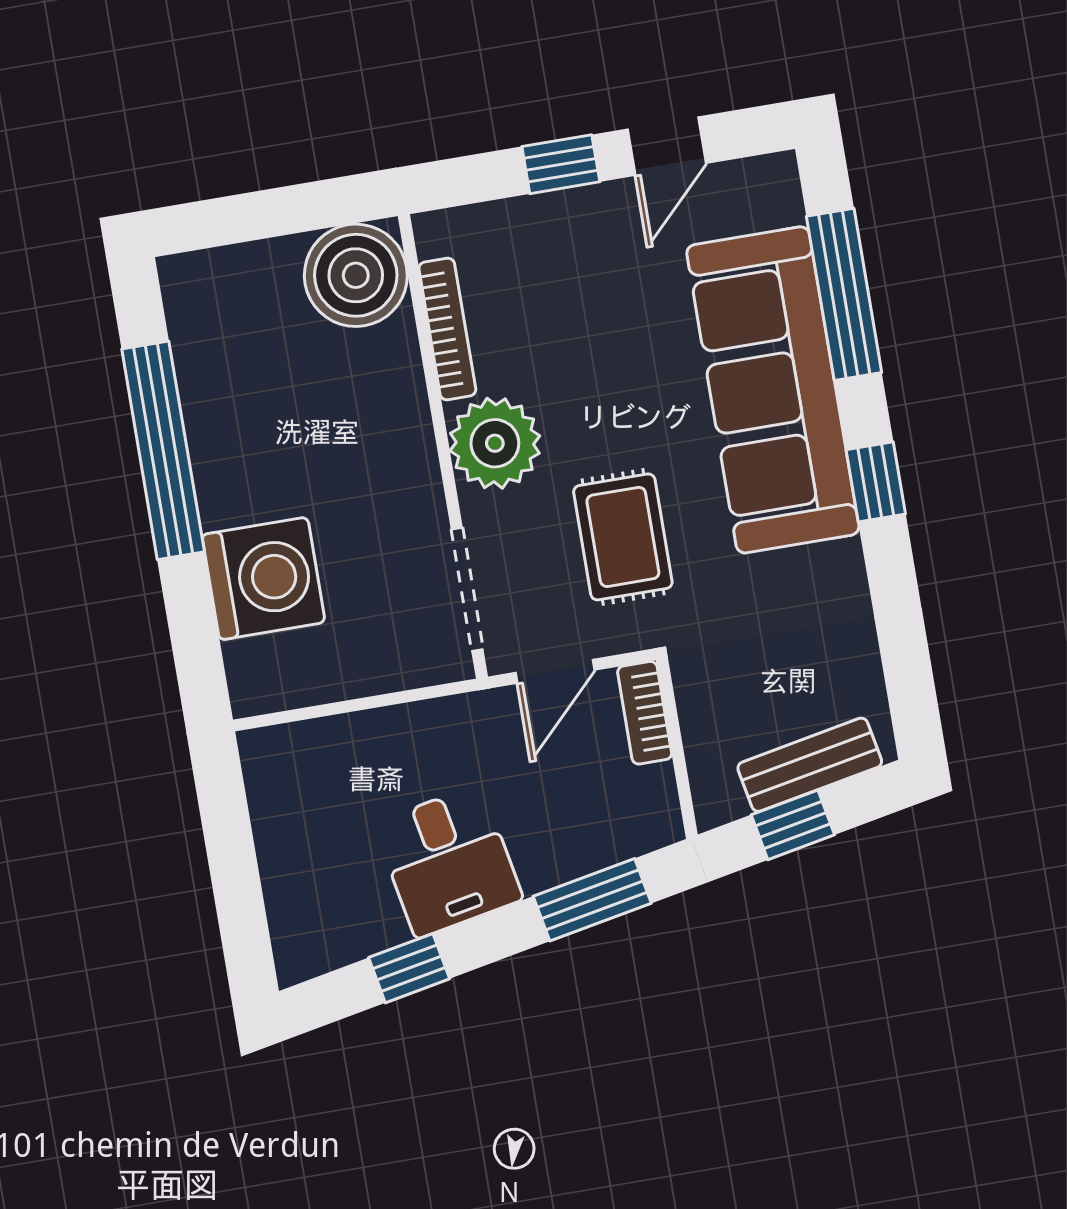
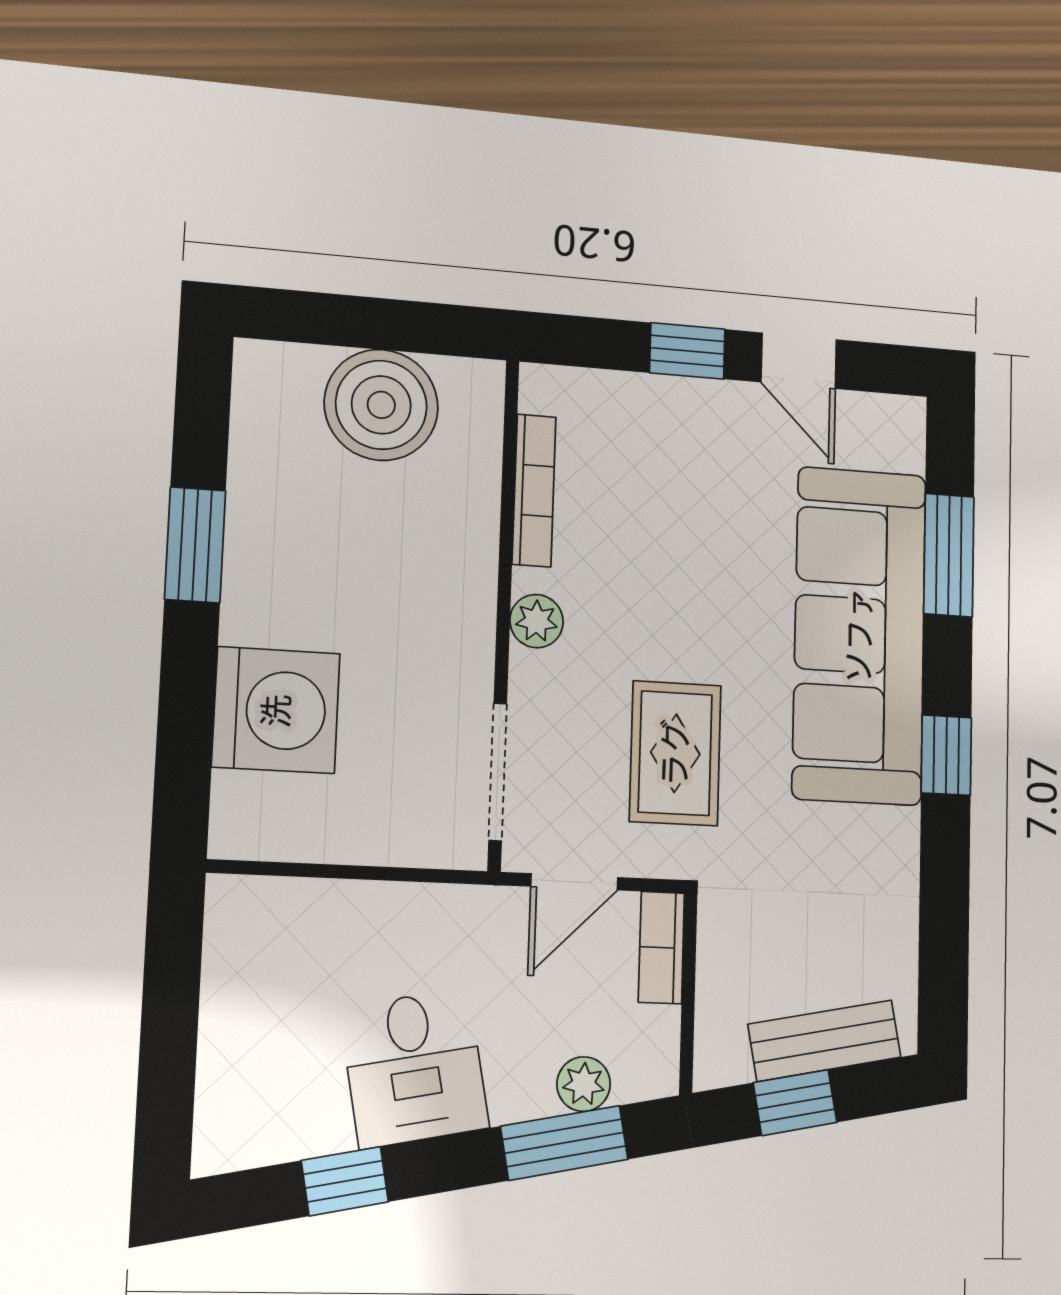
door: (667, 146) -> (799, 361), hinge flipped
boiler: (356, 275) -> (381, 405), moved
window: (844, 294) -> (949, 555), width x0.69
plant: (495, 443) -> (536, 621), width x0.53, depth x0.53
window: (163, 450) -> (195, 545), width x0.47
plant: (599, 846) -> (584, 1084), added

